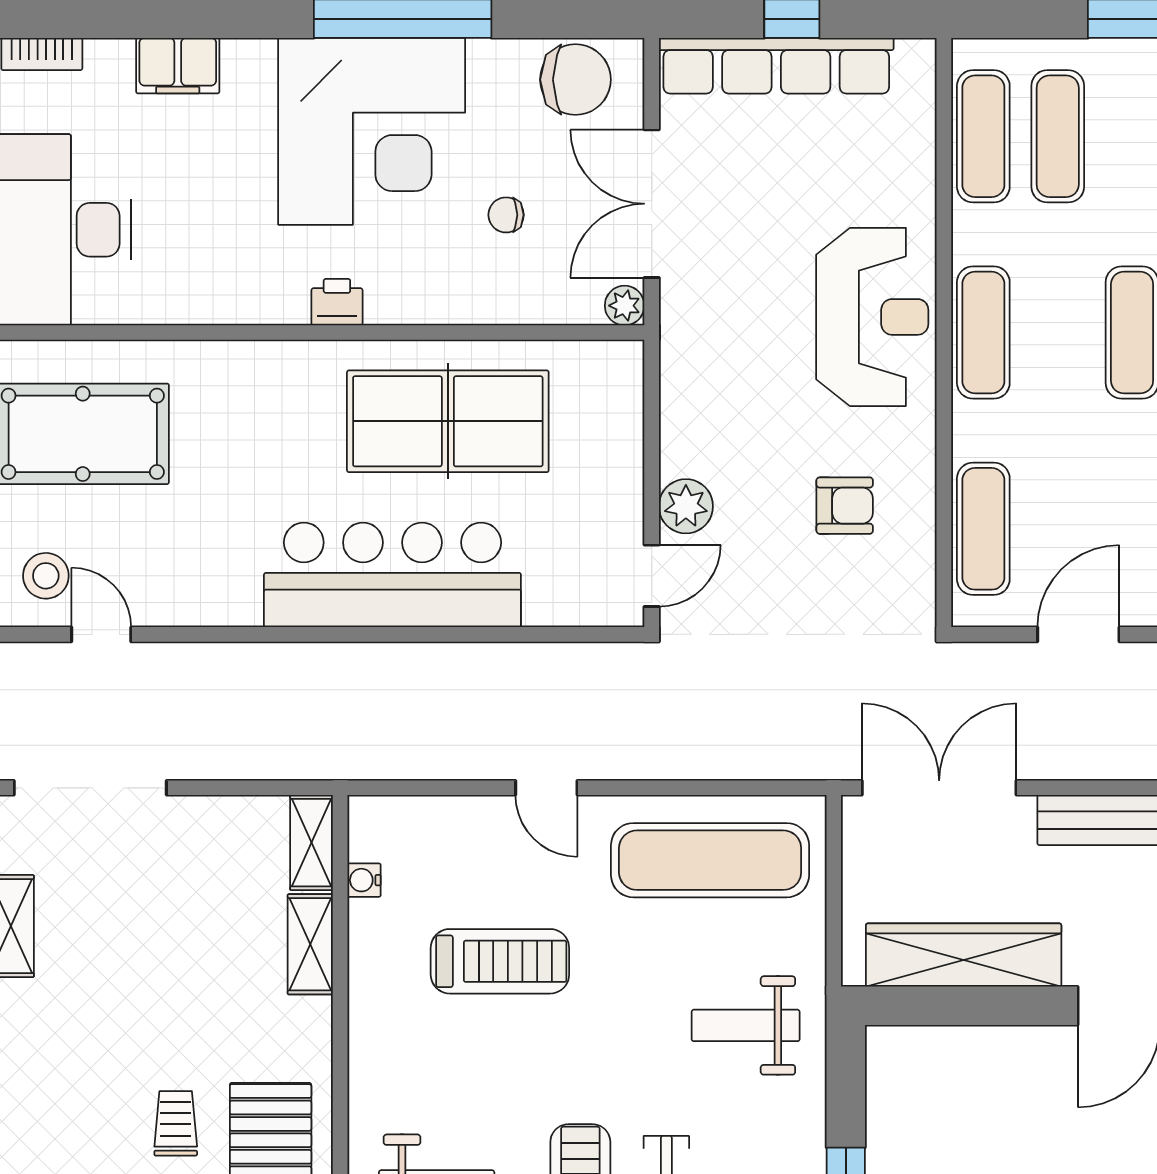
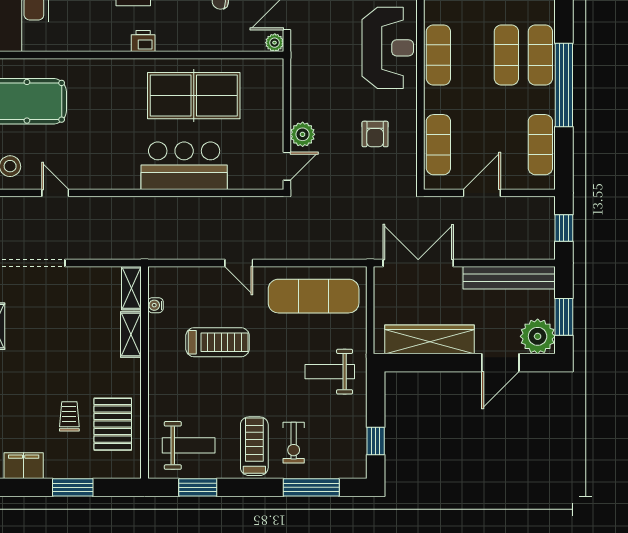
armchair: (845, 506) -> (375, 134), turned 90
bar counter: (392, 575) -> (184, 166), width x0.73
door: (101, 634) -> (55, 193), moved

